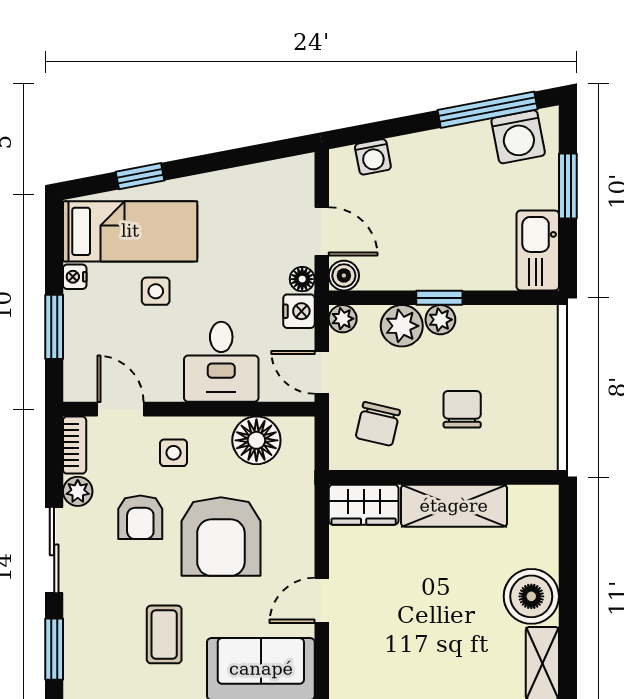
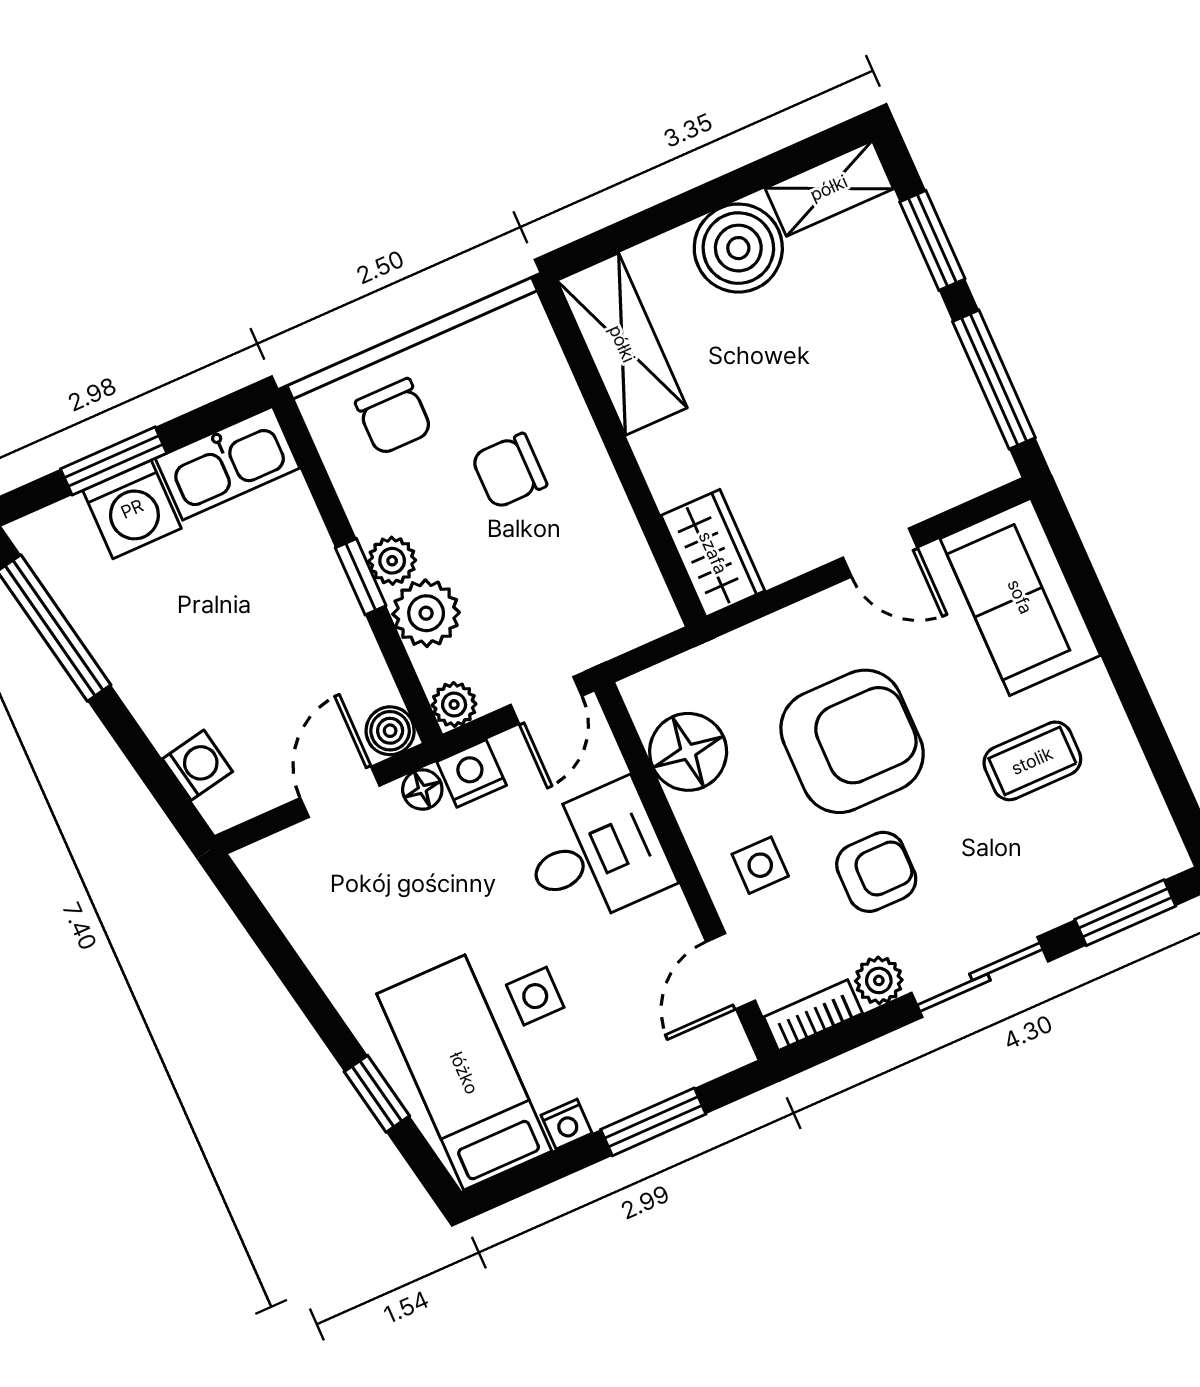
washing machine: (518, 137) -> (132, 509), moved, turned 101
chair: (378, 424) -> (394, 417), moved, turned 77
shelving: (454, 506) -> (622, 344), moved

